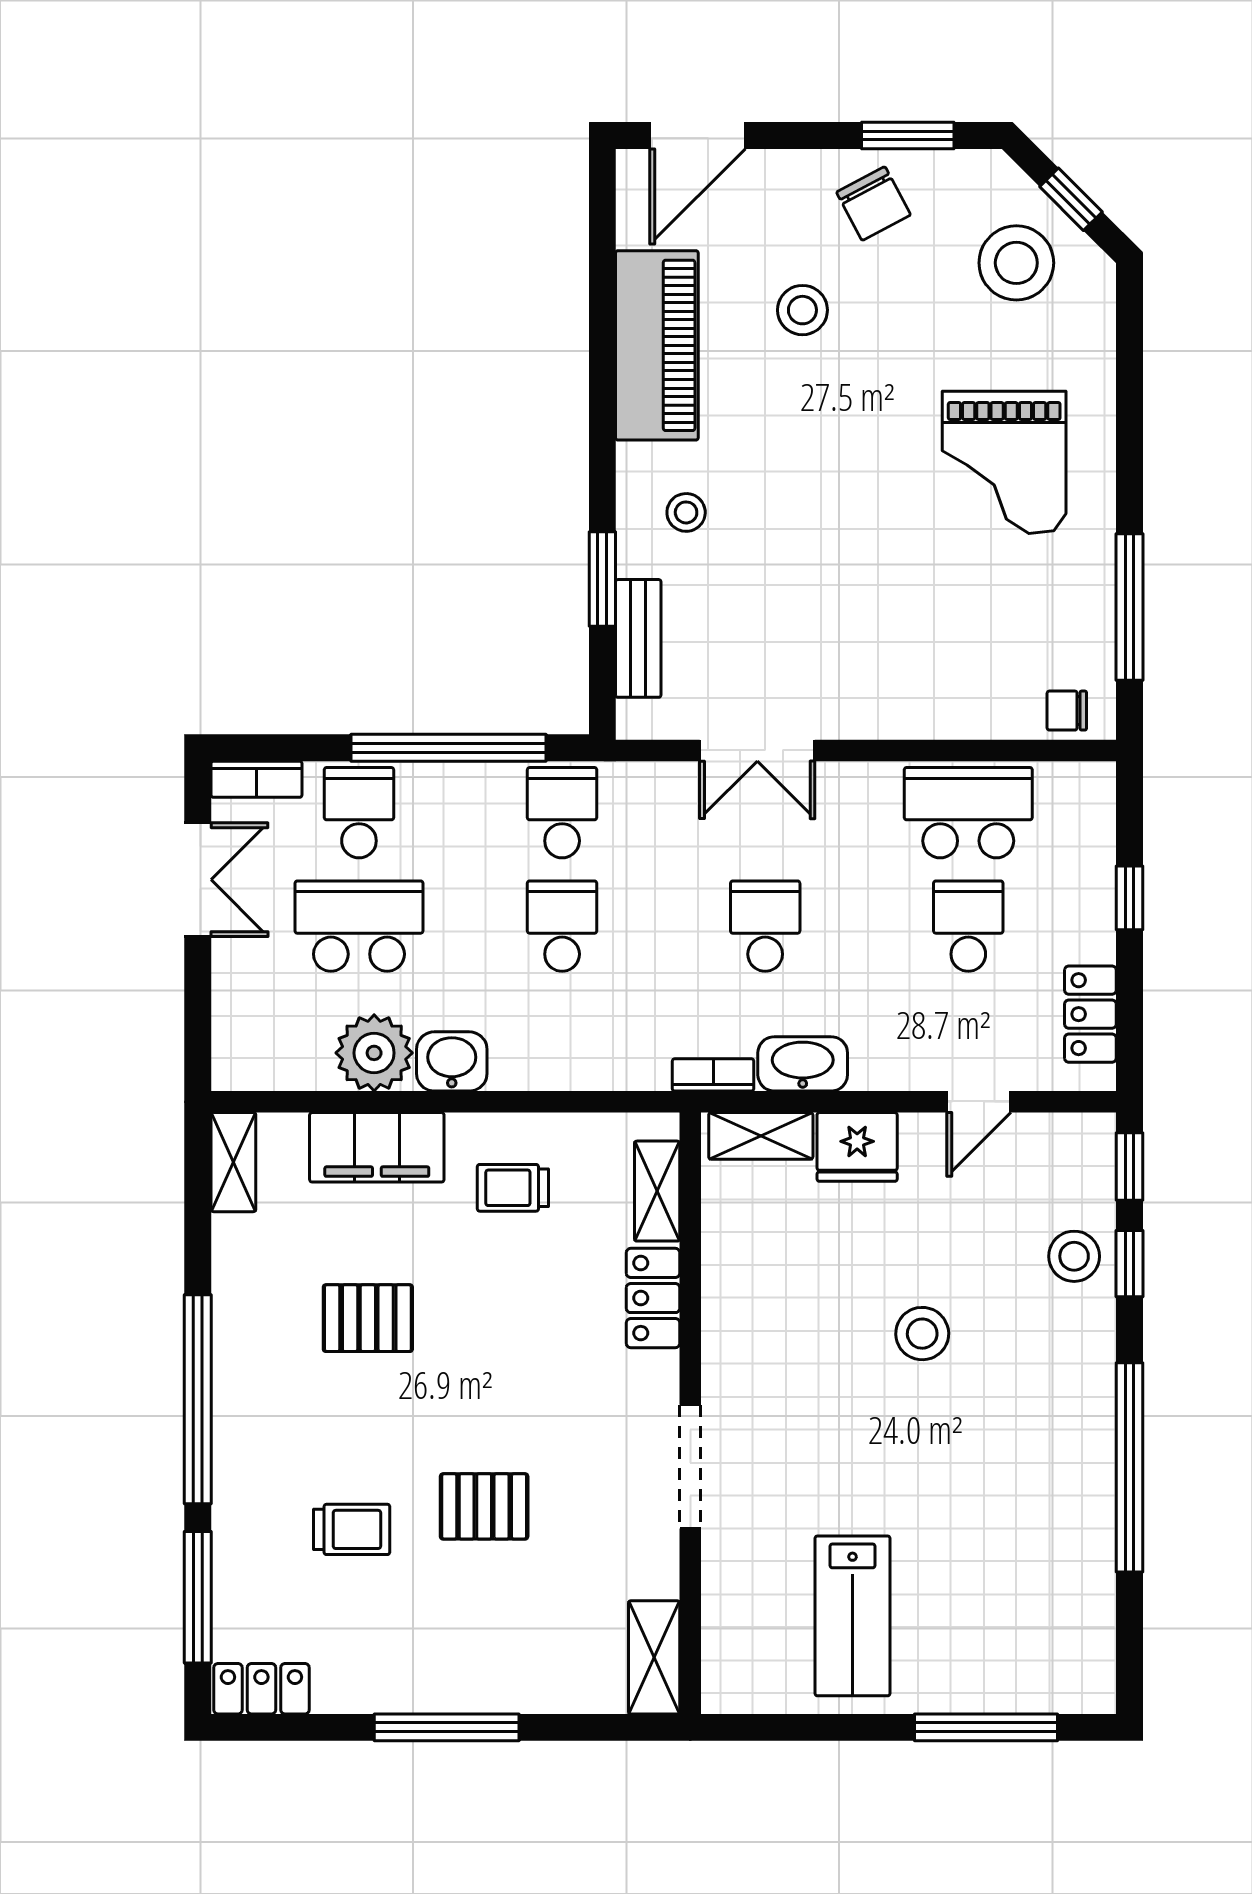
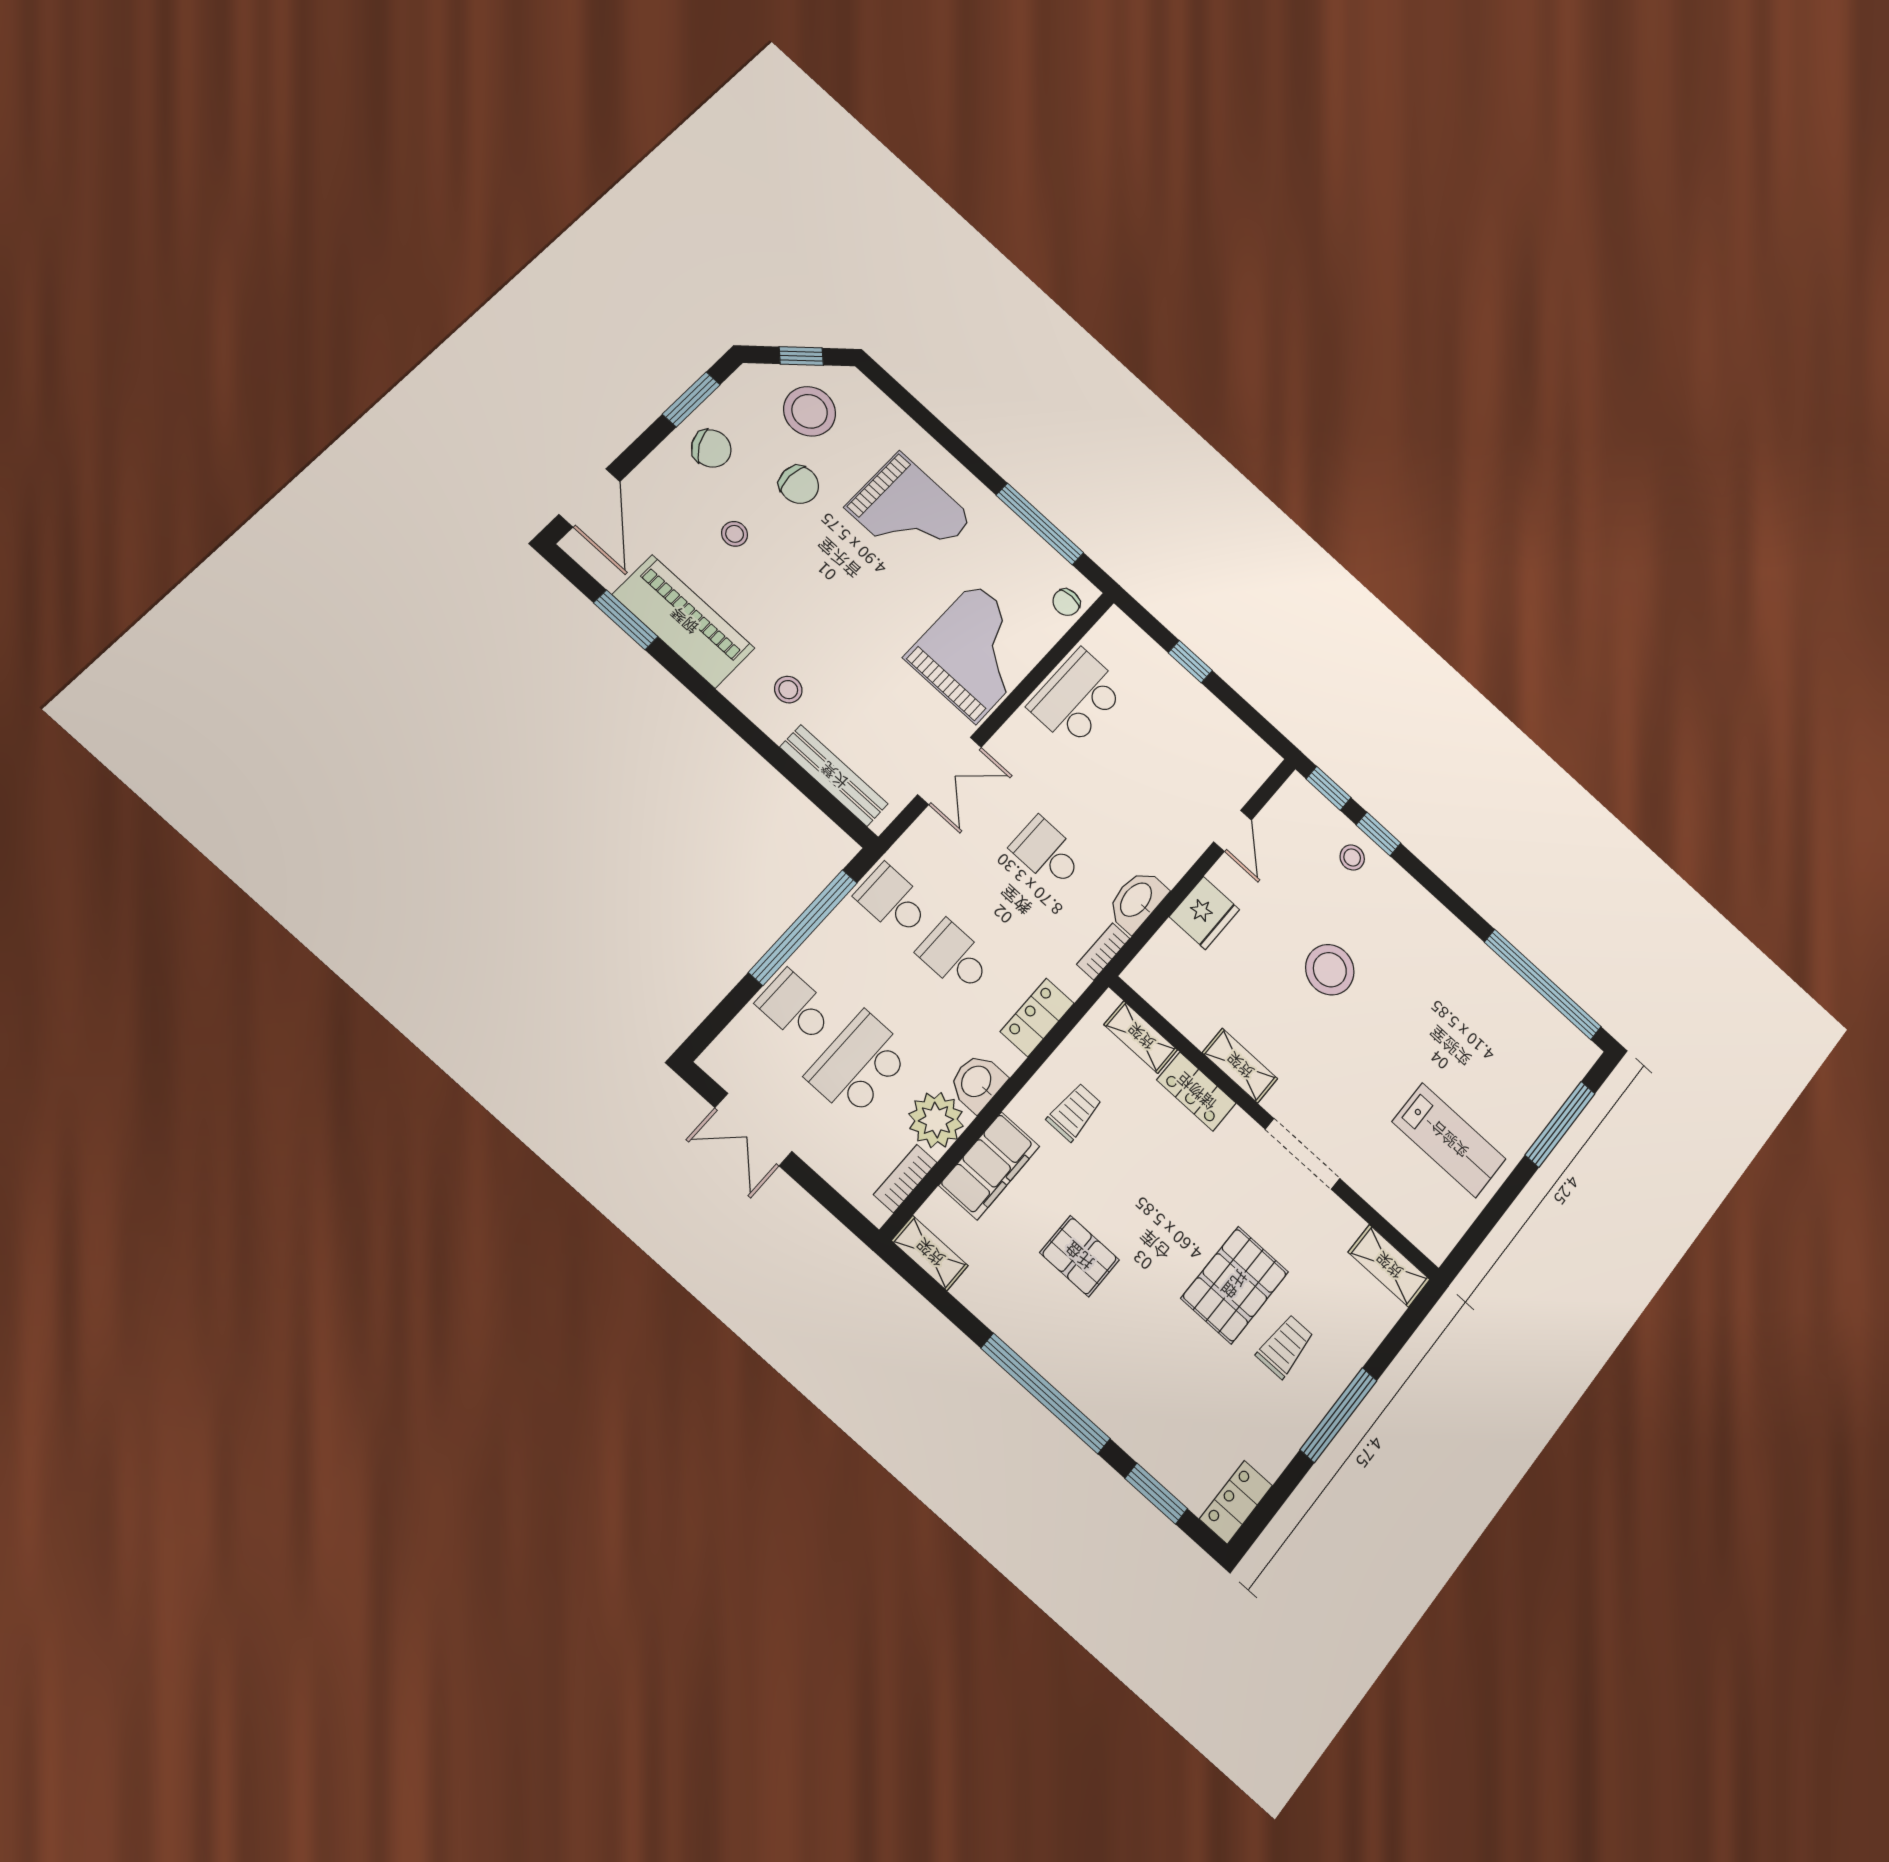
stool: (802, 310) -> (735, 534), width x0.73, depth x0.73
chair: (922, 325) -> (799, 485), added
window: (602, 579) -> (626, 620), moved
bench: (638, 638) -> (834, 776), width x1.36
grand piano: (915, 665) -> (975, 653), added
bookcase: (256, 779) -> (905, 1179), moved, turned 180
double door: (198, 880) -> (753, 1130), swing flipped
school desk: (968, 926) -> (1136, 752), removed
locker: (1090, 1014) -> (1037, 1017), moved, turned 90
shelving: (761, 1136) -> (1240, 1066), moved, turned 90
trolley: (513, 1188) -> (1074, 1112), turned 180
stool: (1074, 1256) -> (1352, 857), width x0.73, depth x0.73
pallet: (368, 1318) -> (1079, 1256), turned 90
stool: (922, 1334) -> (1330, 970), width x1.38, depth x1.38
window: (1129, 1467) -> (1543, 984), moved
pallet: (484, 1506) -> (1235, 1285), width x1.50, depth x1.42
trolley: (352, 1529) -> (1285, 1346), moved
window: (198, 1597) -> (1156, 1494), width x0.69

